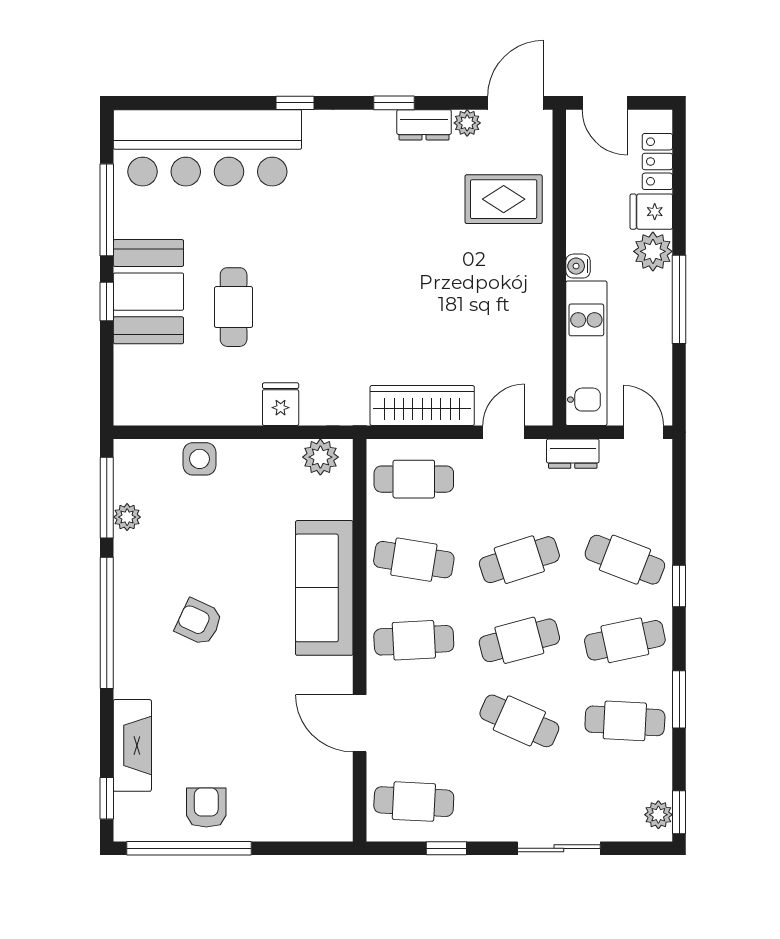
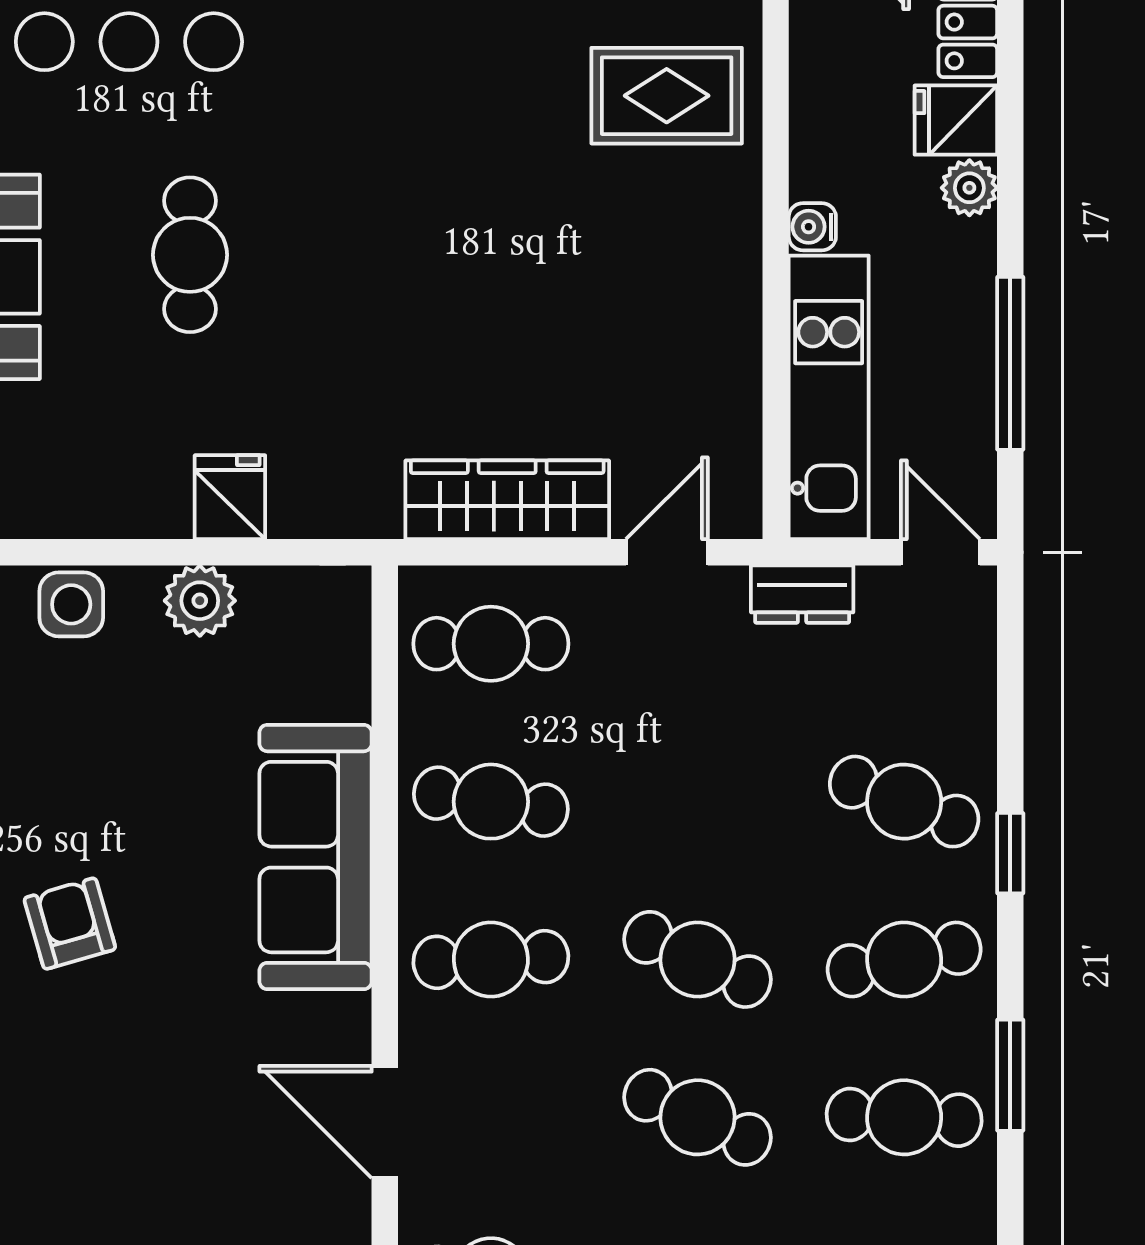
plant: (653, 251) -> (969, 188), width x0.73, depth x0.73
window: (679, 299) -> (1010, 363), moved
cafe table: (234, 307) -> (190, 255), moved
plant: (320, 457) -> (200, 601), moved
cafe table: (519, 560) -> (697, 802), removed
armchair: (199, 622) -> (70, 924), turned 49
cafe table: (519, 640) -> (697, 959), turned 39

